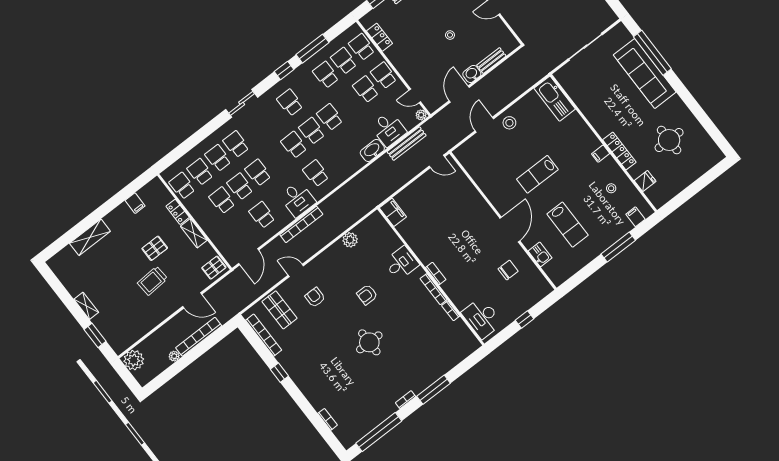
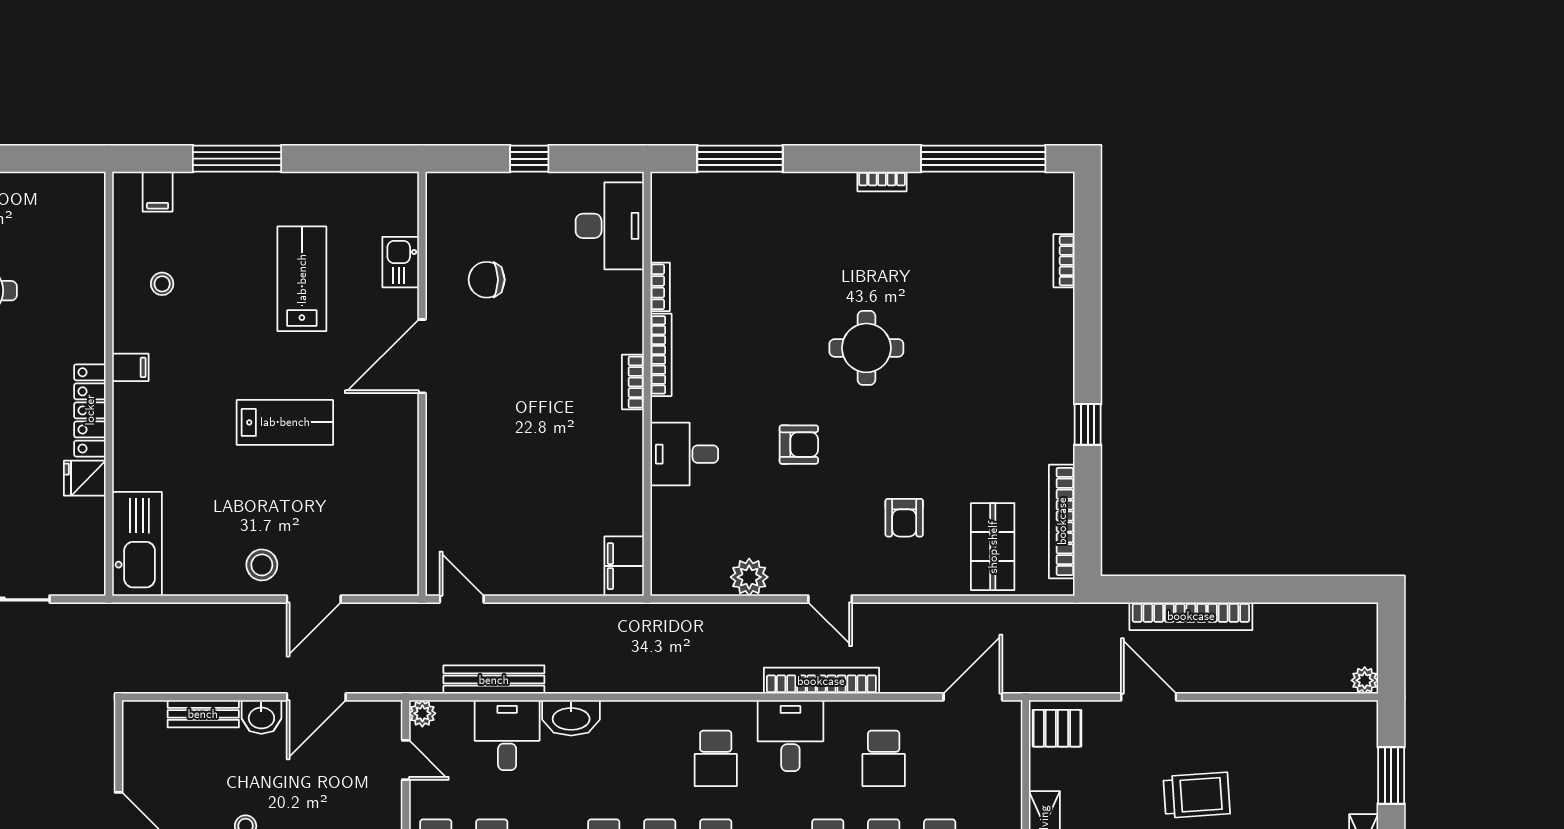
locker: (619, 151) -> (90, 410), moved
fridge: (645, 181) -> (85, 478), moved
door: (296, 270) -> (830, 599), moved
plant: (174, 356) -> (1268, 615), removed
plant: (134, 360) -> (1365, 680), width x0.53, depth x0.53
window: (434, 390) -> (740, 159), moved

